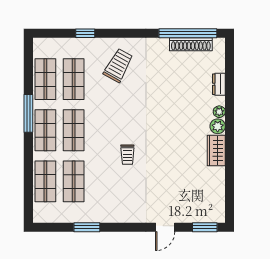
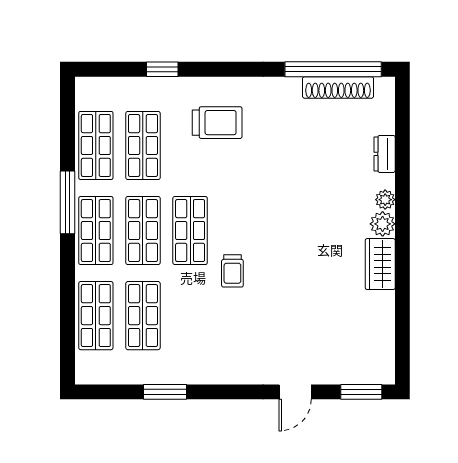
trolley: (118, 65) -> (217, 123), turned 61
shop shelf: (102, 130) -> (190, 231), added

